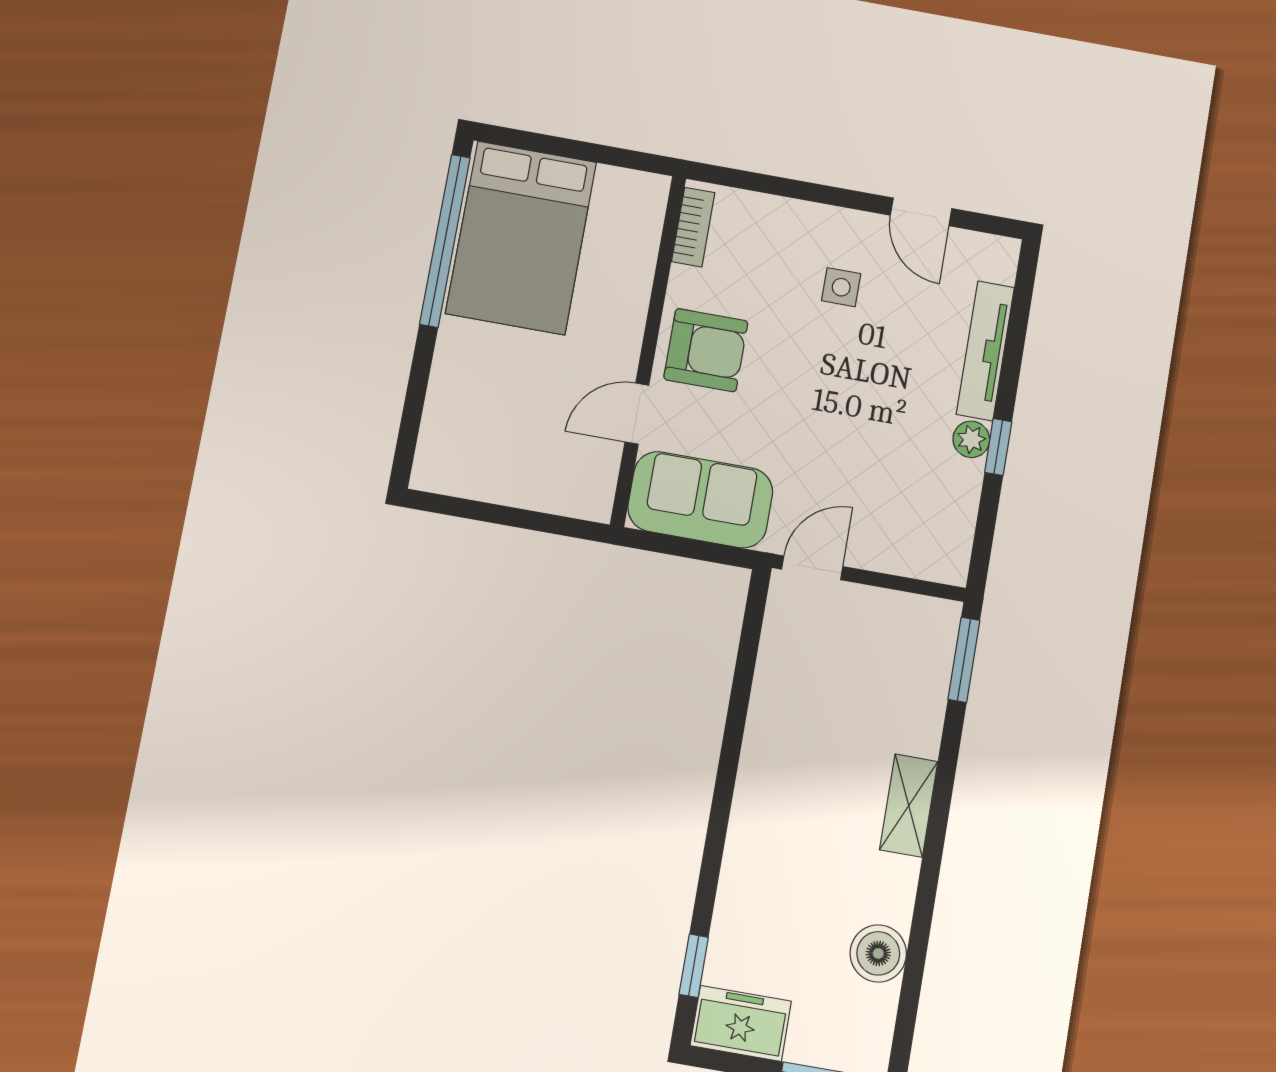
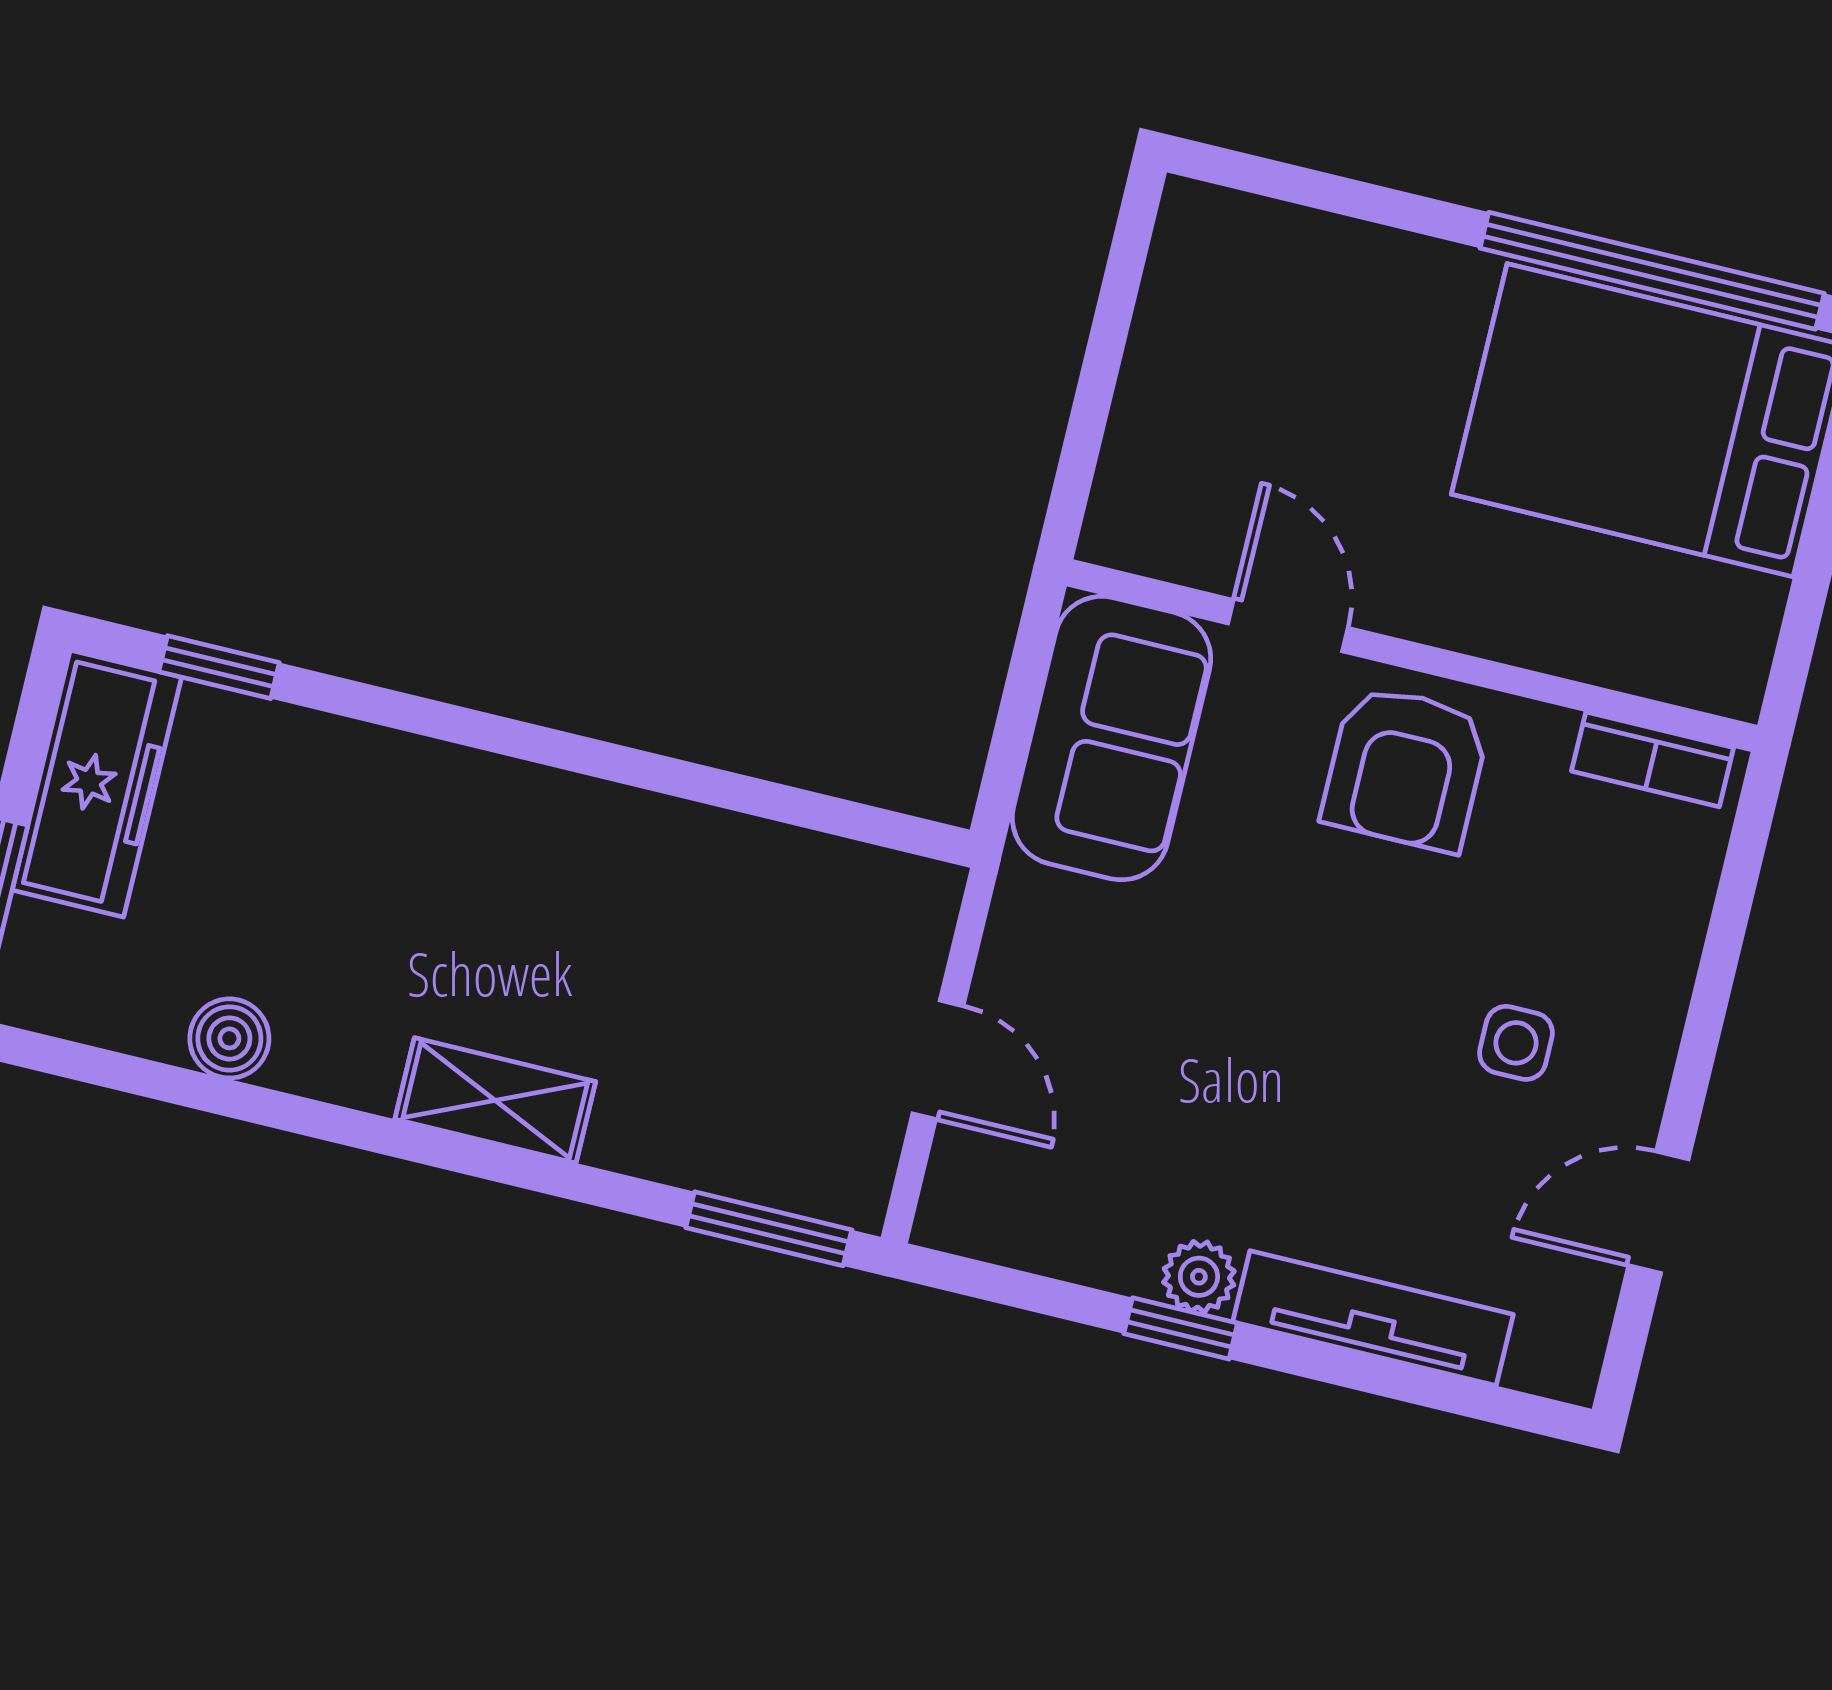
door: (812, 568) -> (938, 1060), moved
boiler: (878, 953) -> (229, 1038), width x0.73, depth x0.73
freezer: (741, 1023) -> (97, 784), width x1.40

